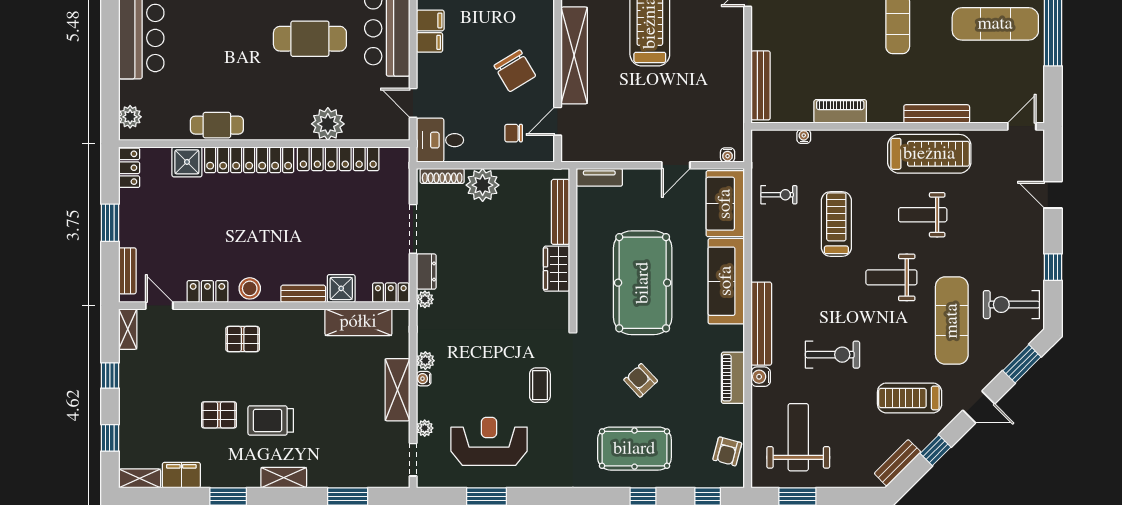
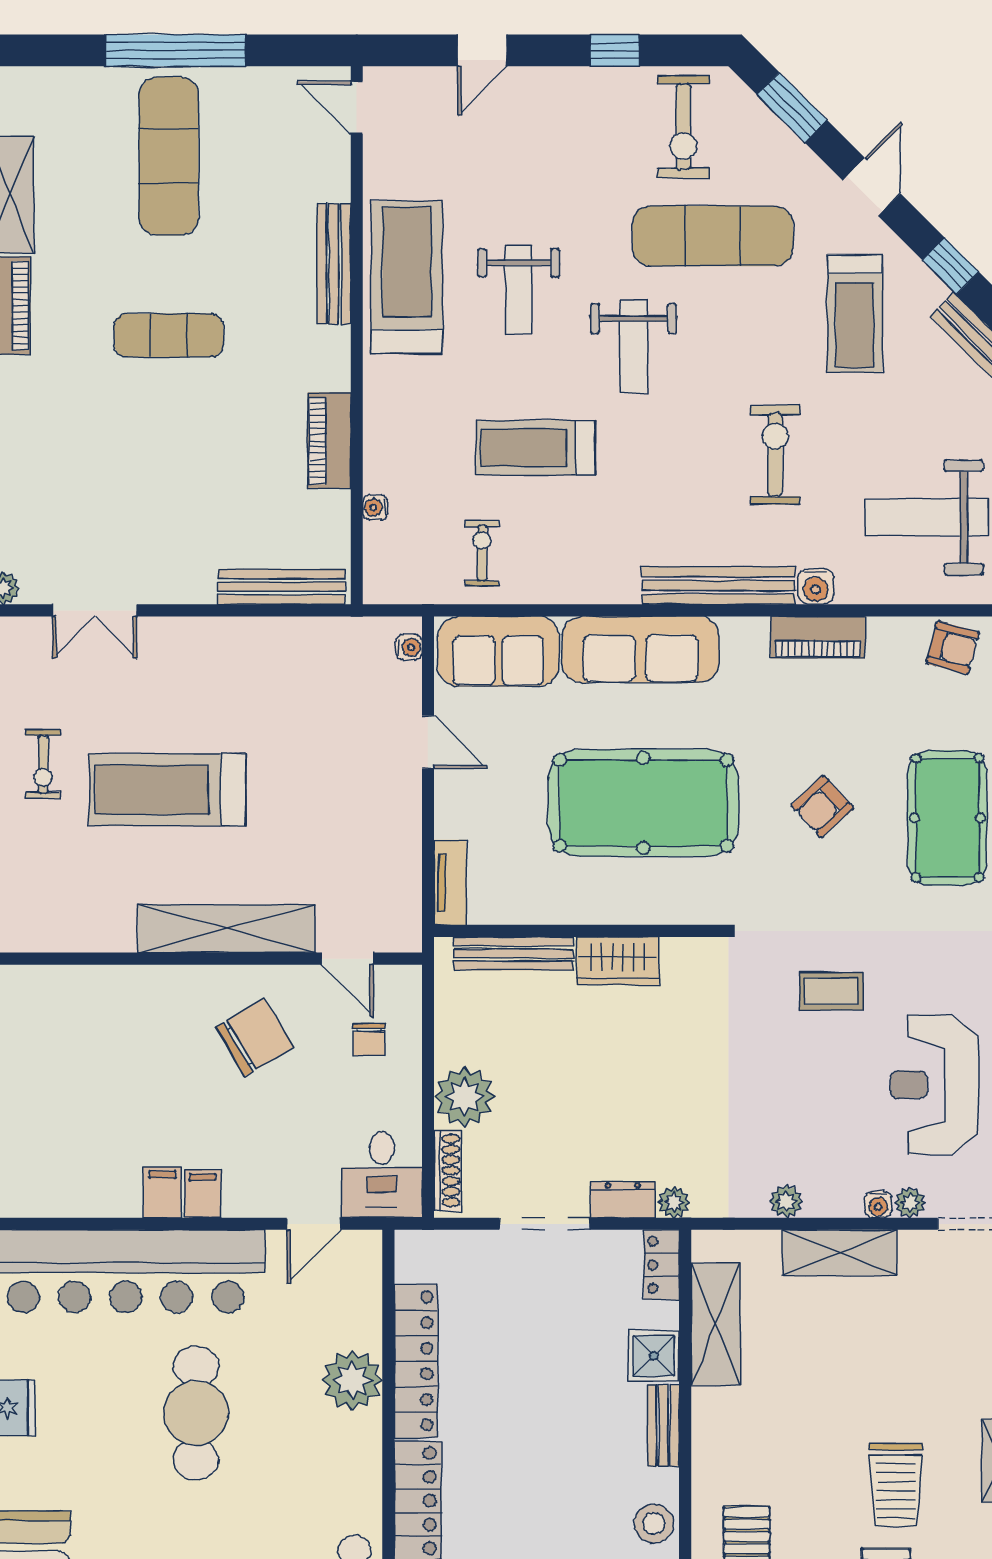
water cooler: (424, 379) -> (878, 1204), moved

